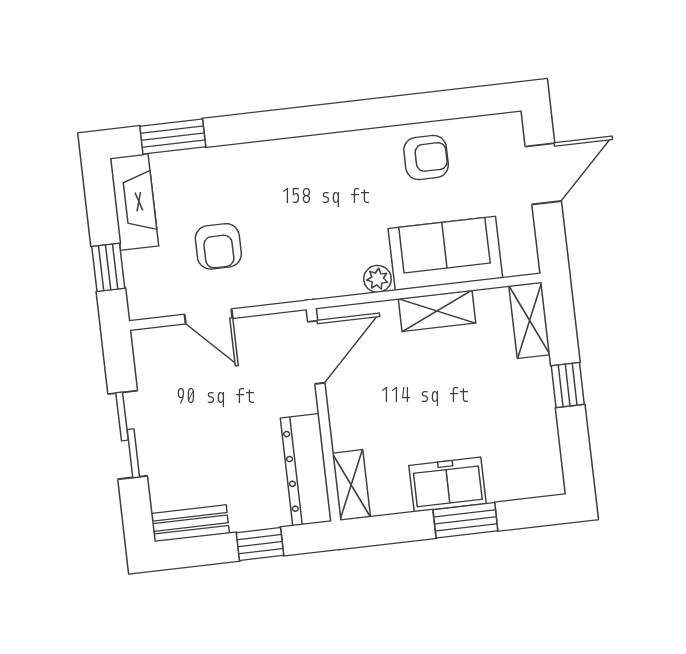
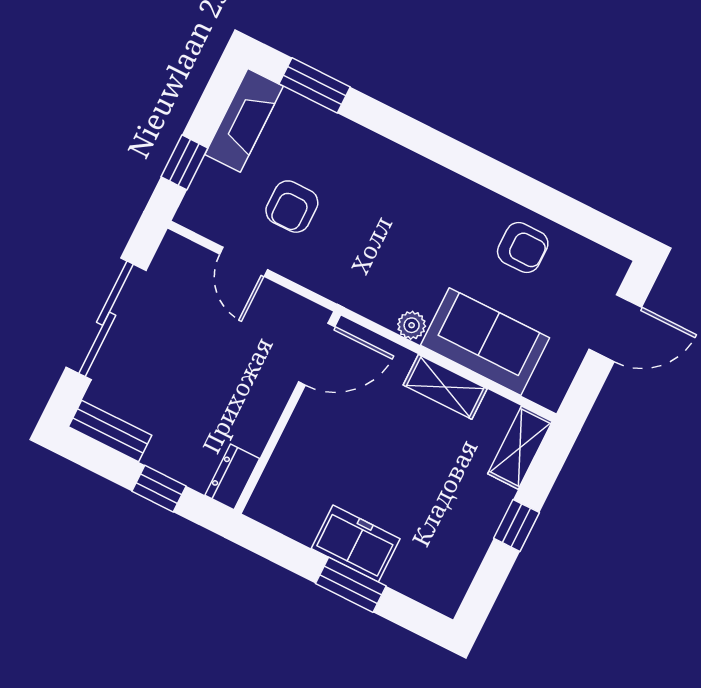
sliding door: (128, 435) -> (106, 319), width x1.37
dresser: (306, 470) -> (232, 477), width x0.51, depth x0.80
shelving: (351, 485) -> (272, 489), removed

